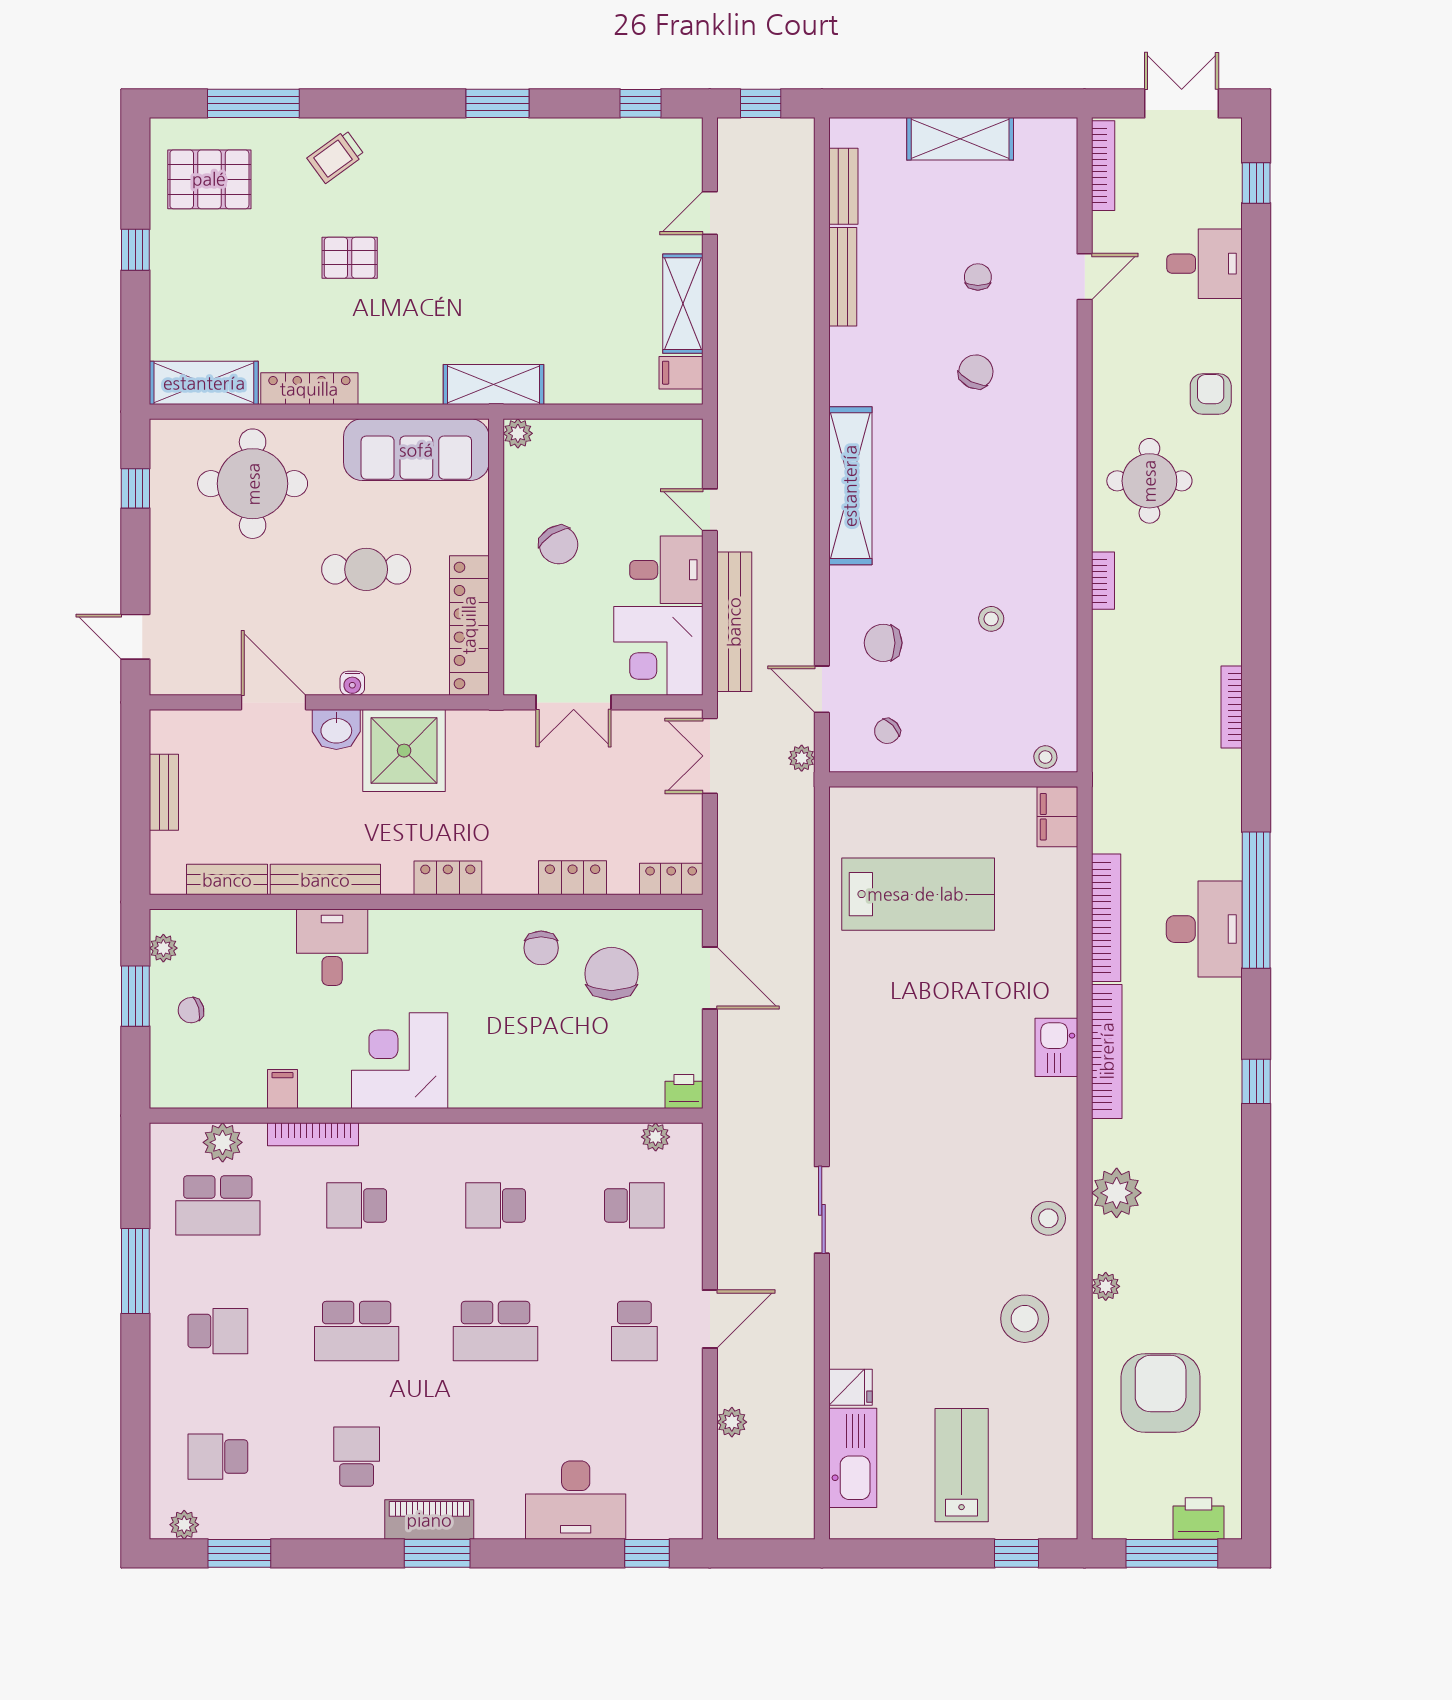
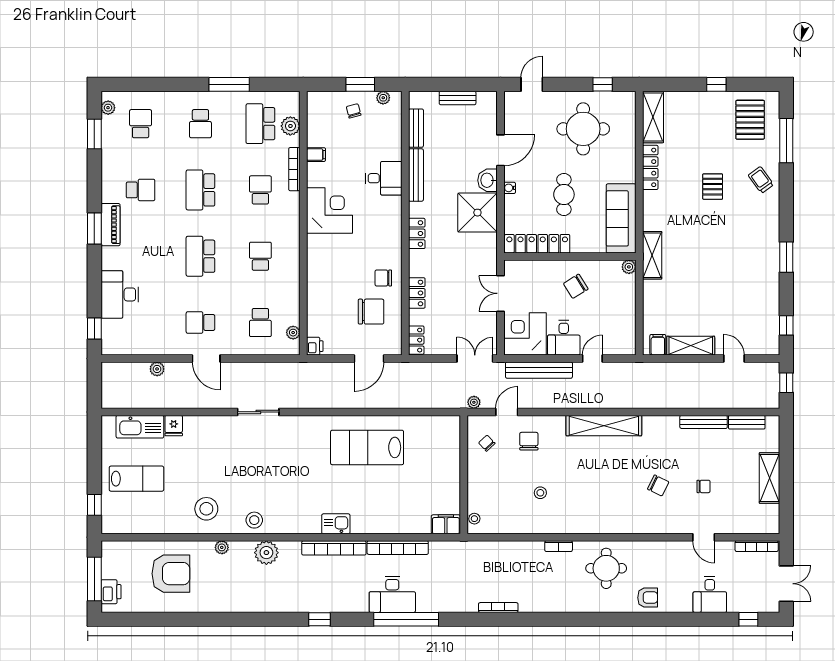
round table: (253, 484) -> (583, 129), moved
lab bench: (918, 894) -> (367, 447), moved, turned 90

